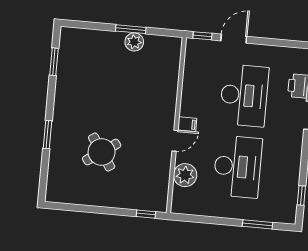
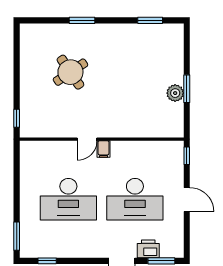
door: (234, 39) -> (187, 200), moved
door: (175, 141) -> (87, 139), hinge flipped
plant: (185, 175) -> (56, 151), removed
window: (258, 224) -> (17, 236), moved

